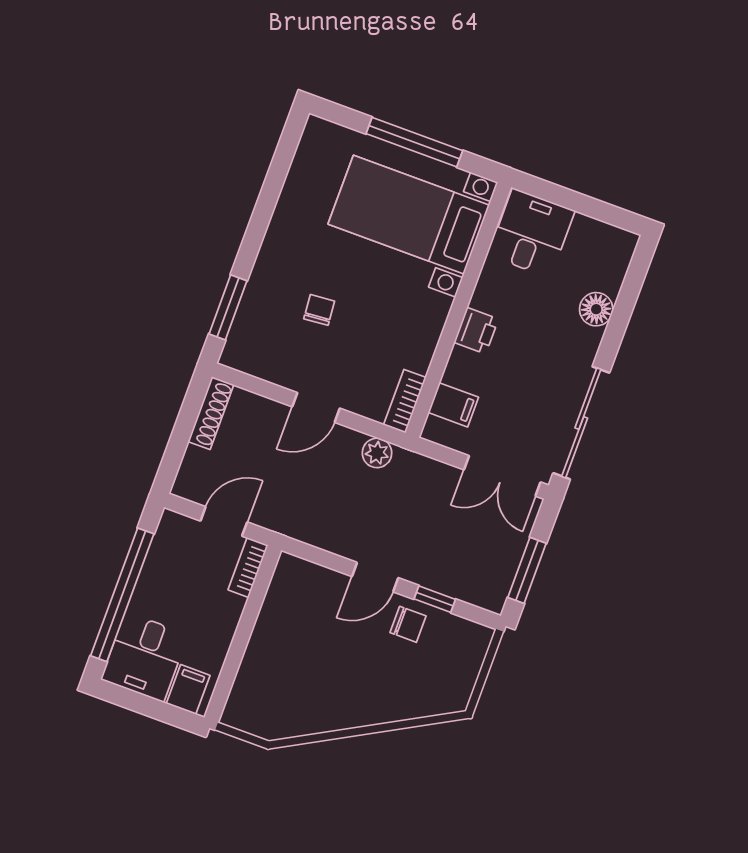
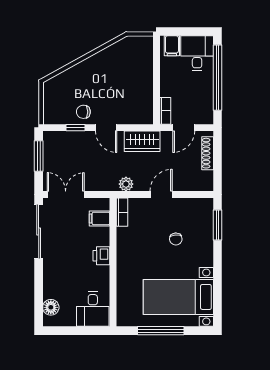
bed with nightstands: (409, 215) -> (178, 297), moved, turned 180
floor lamp: (596, 309) -> (51, 307), moved
shoe rack: (211, 413) -> (208, 153), moved
wardrobe: (315, 525) -> (142, 141), added
door: (375, 577) -> (106, 128), swing flipped

